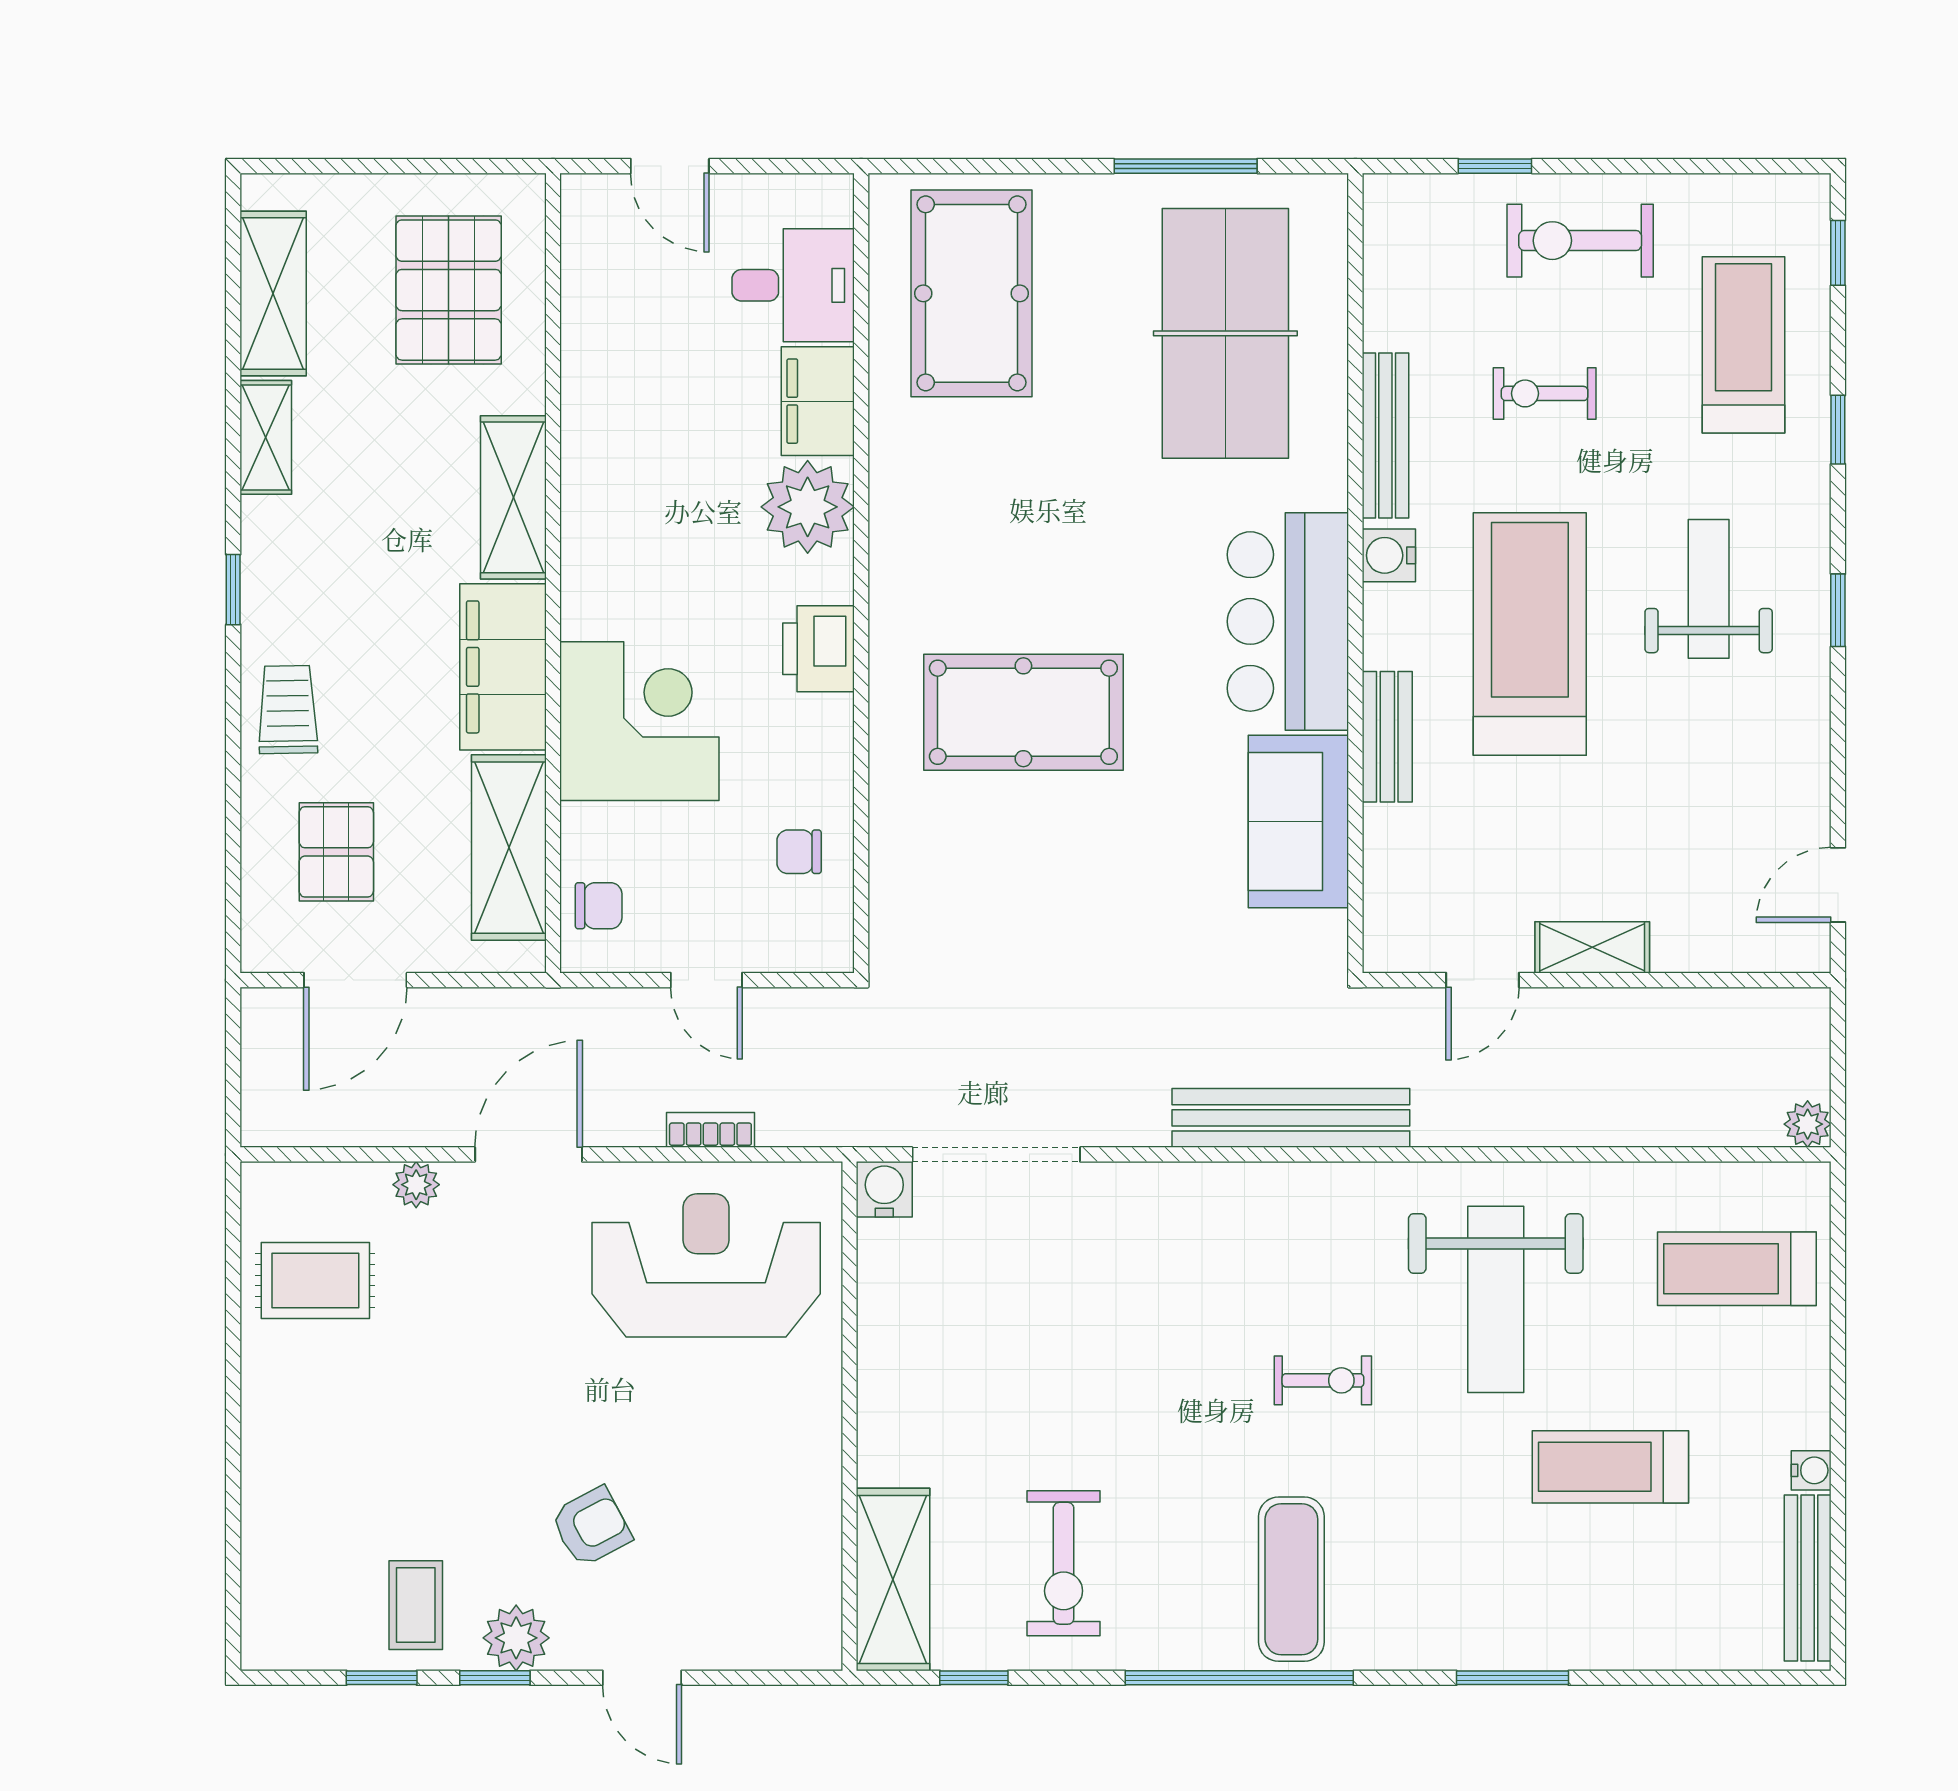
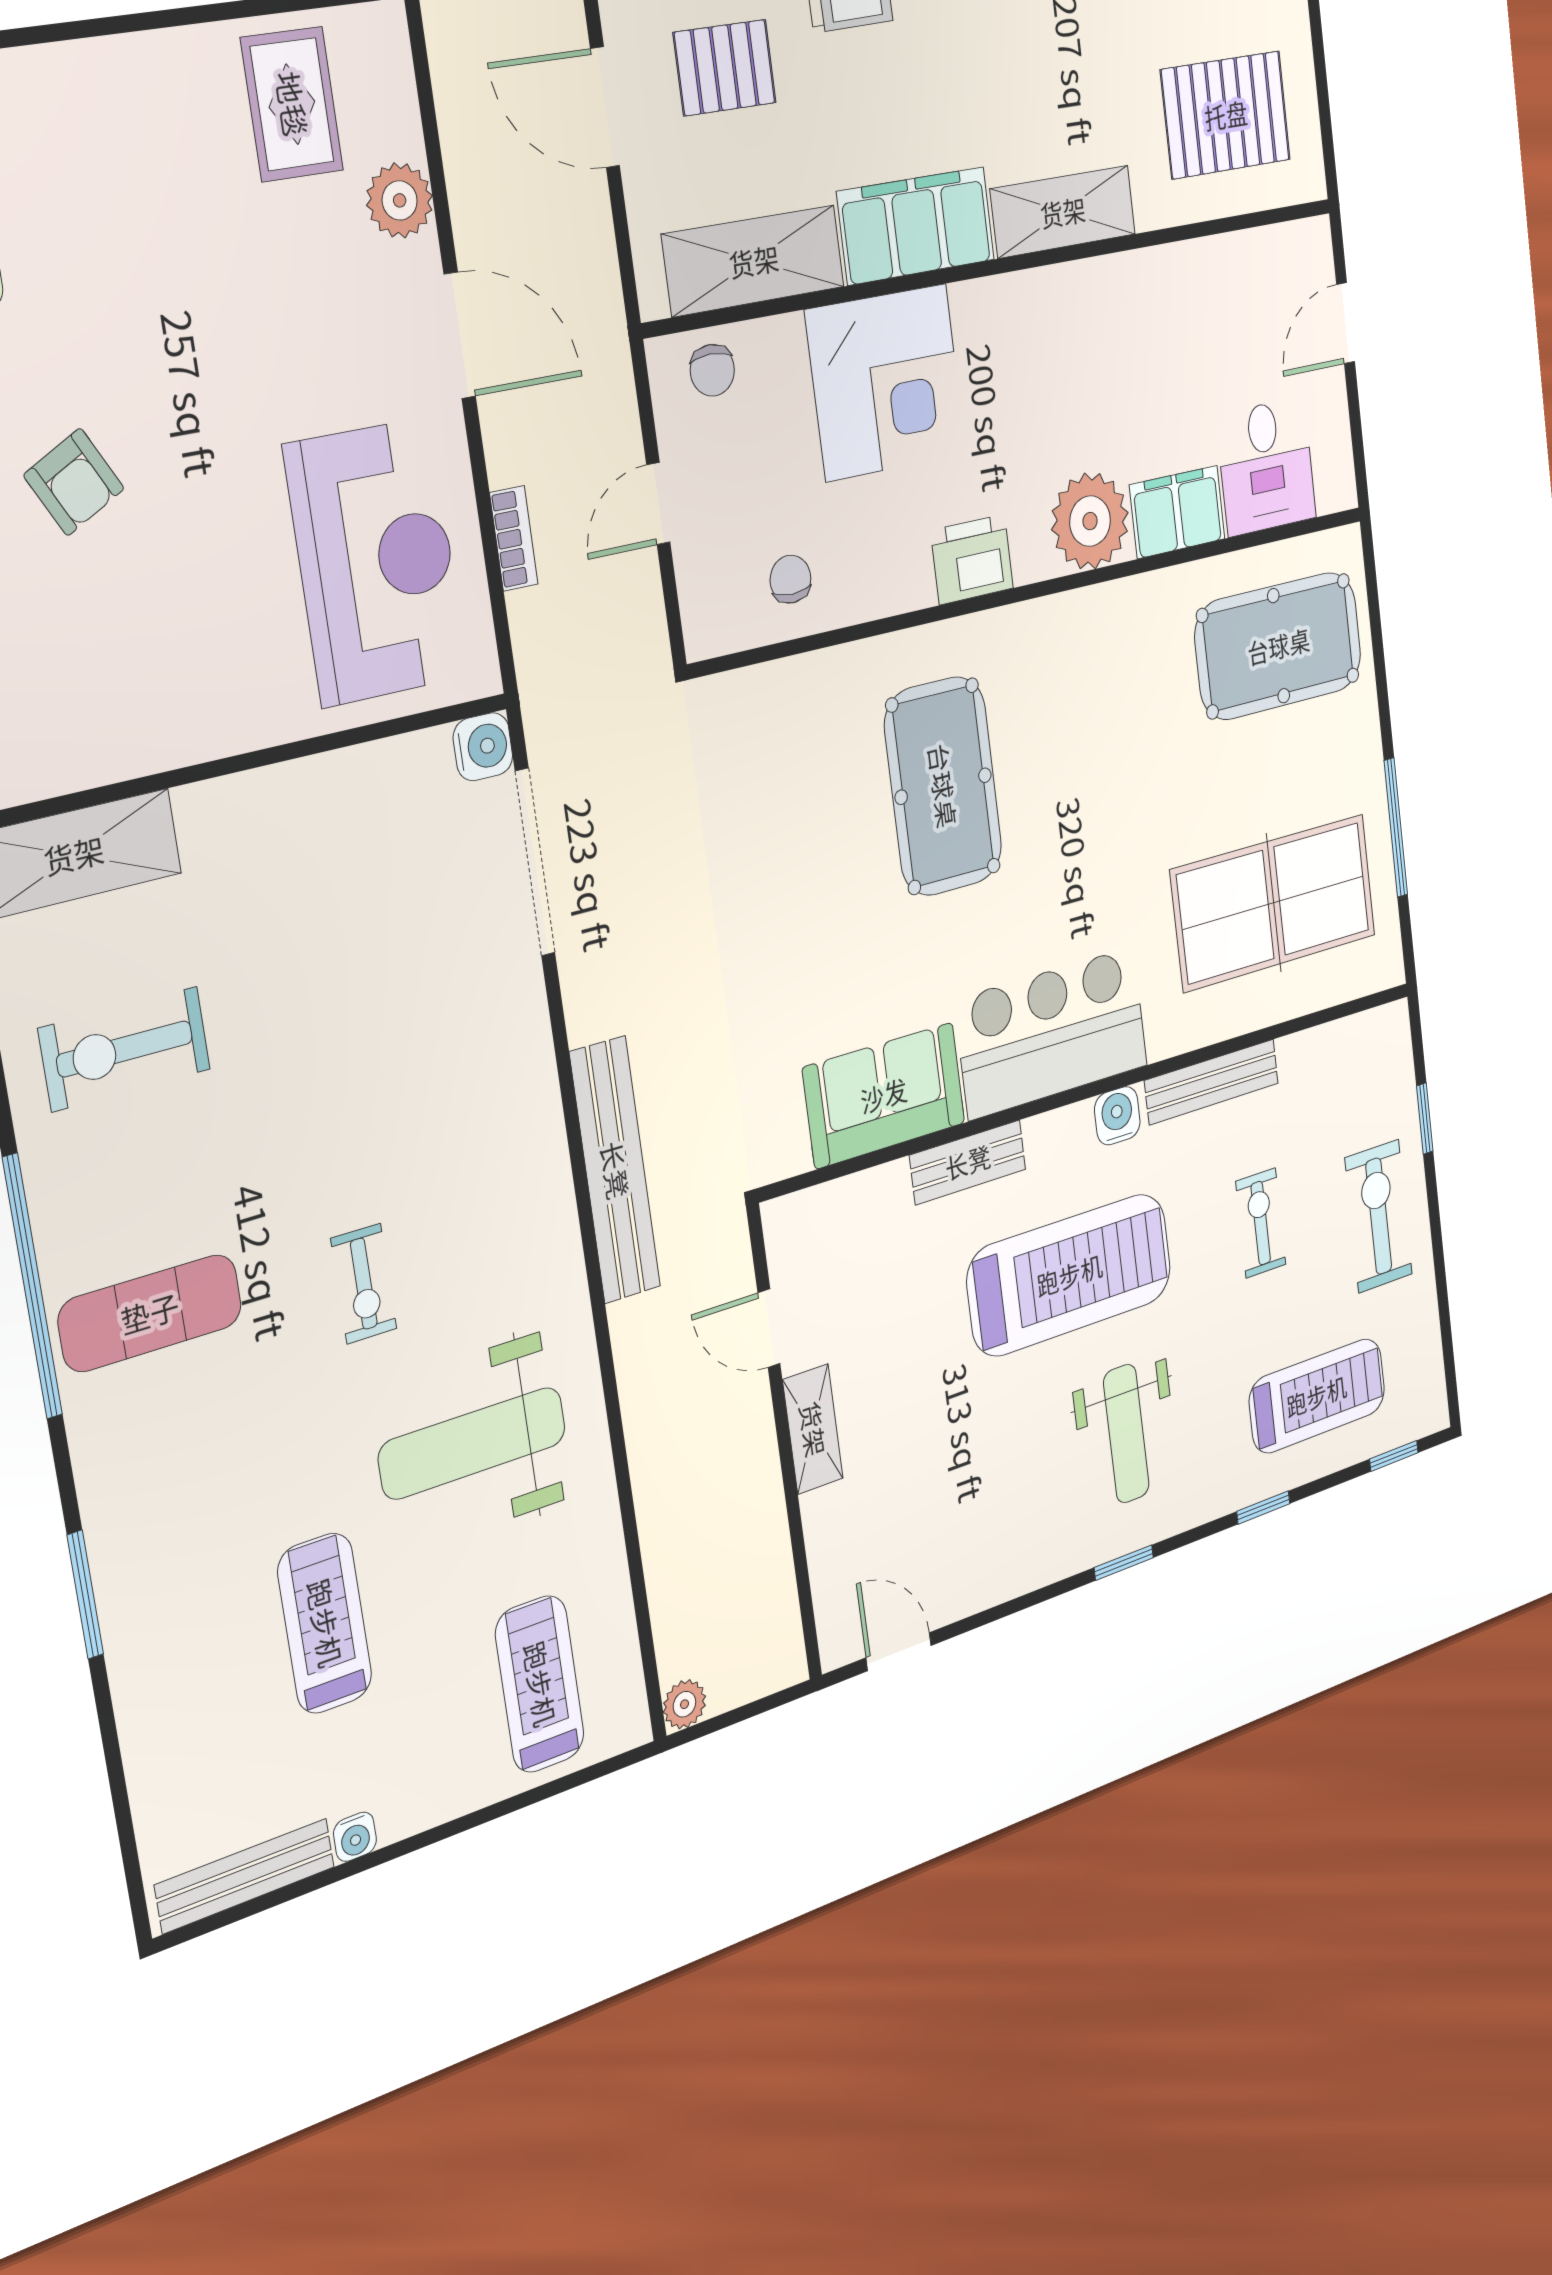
weight bench: (1709, 589) -> (1126, 1434), turned 90
plant: (416, 1185) -> (400, 200), width x1.38, depth x1.38

